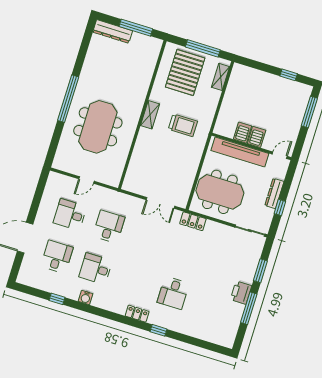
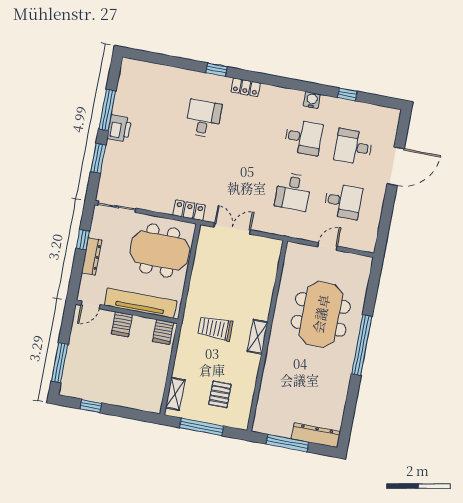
pallet: (185, 72) -> (220, 394), width x0.49, depth x0.50
server rack: (243, 133) -> (163, 332), moved
desk: (57, 257) -> (353, 147), turned 90

